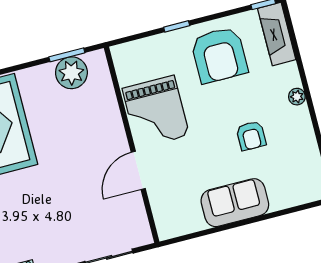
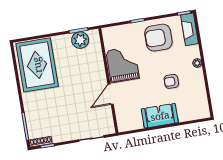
armchair: (219, 55) -> (158, 38), turned 90
grand piano: (156, 112) -> (123, 64), turned 180
armchair: (251, 136) -> (171, 81), turned 90

